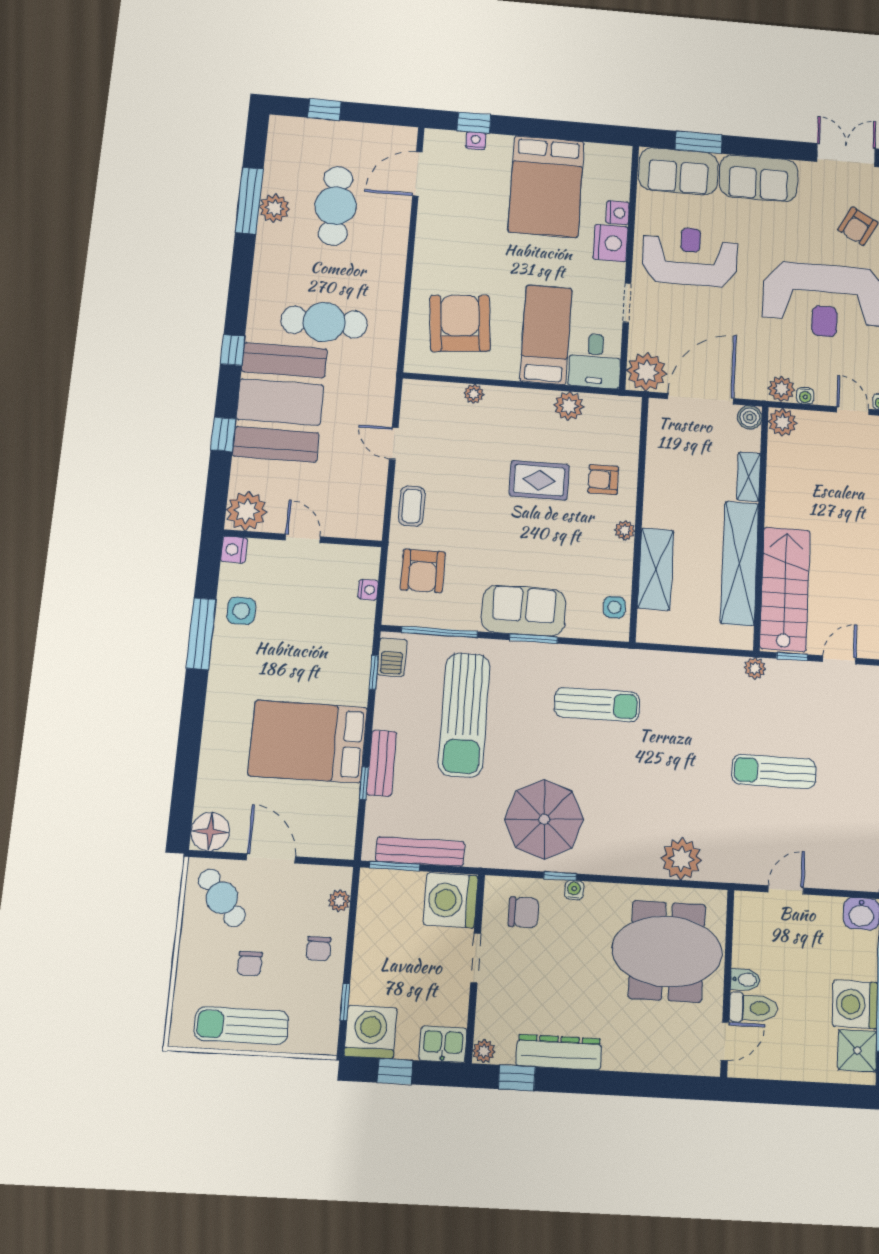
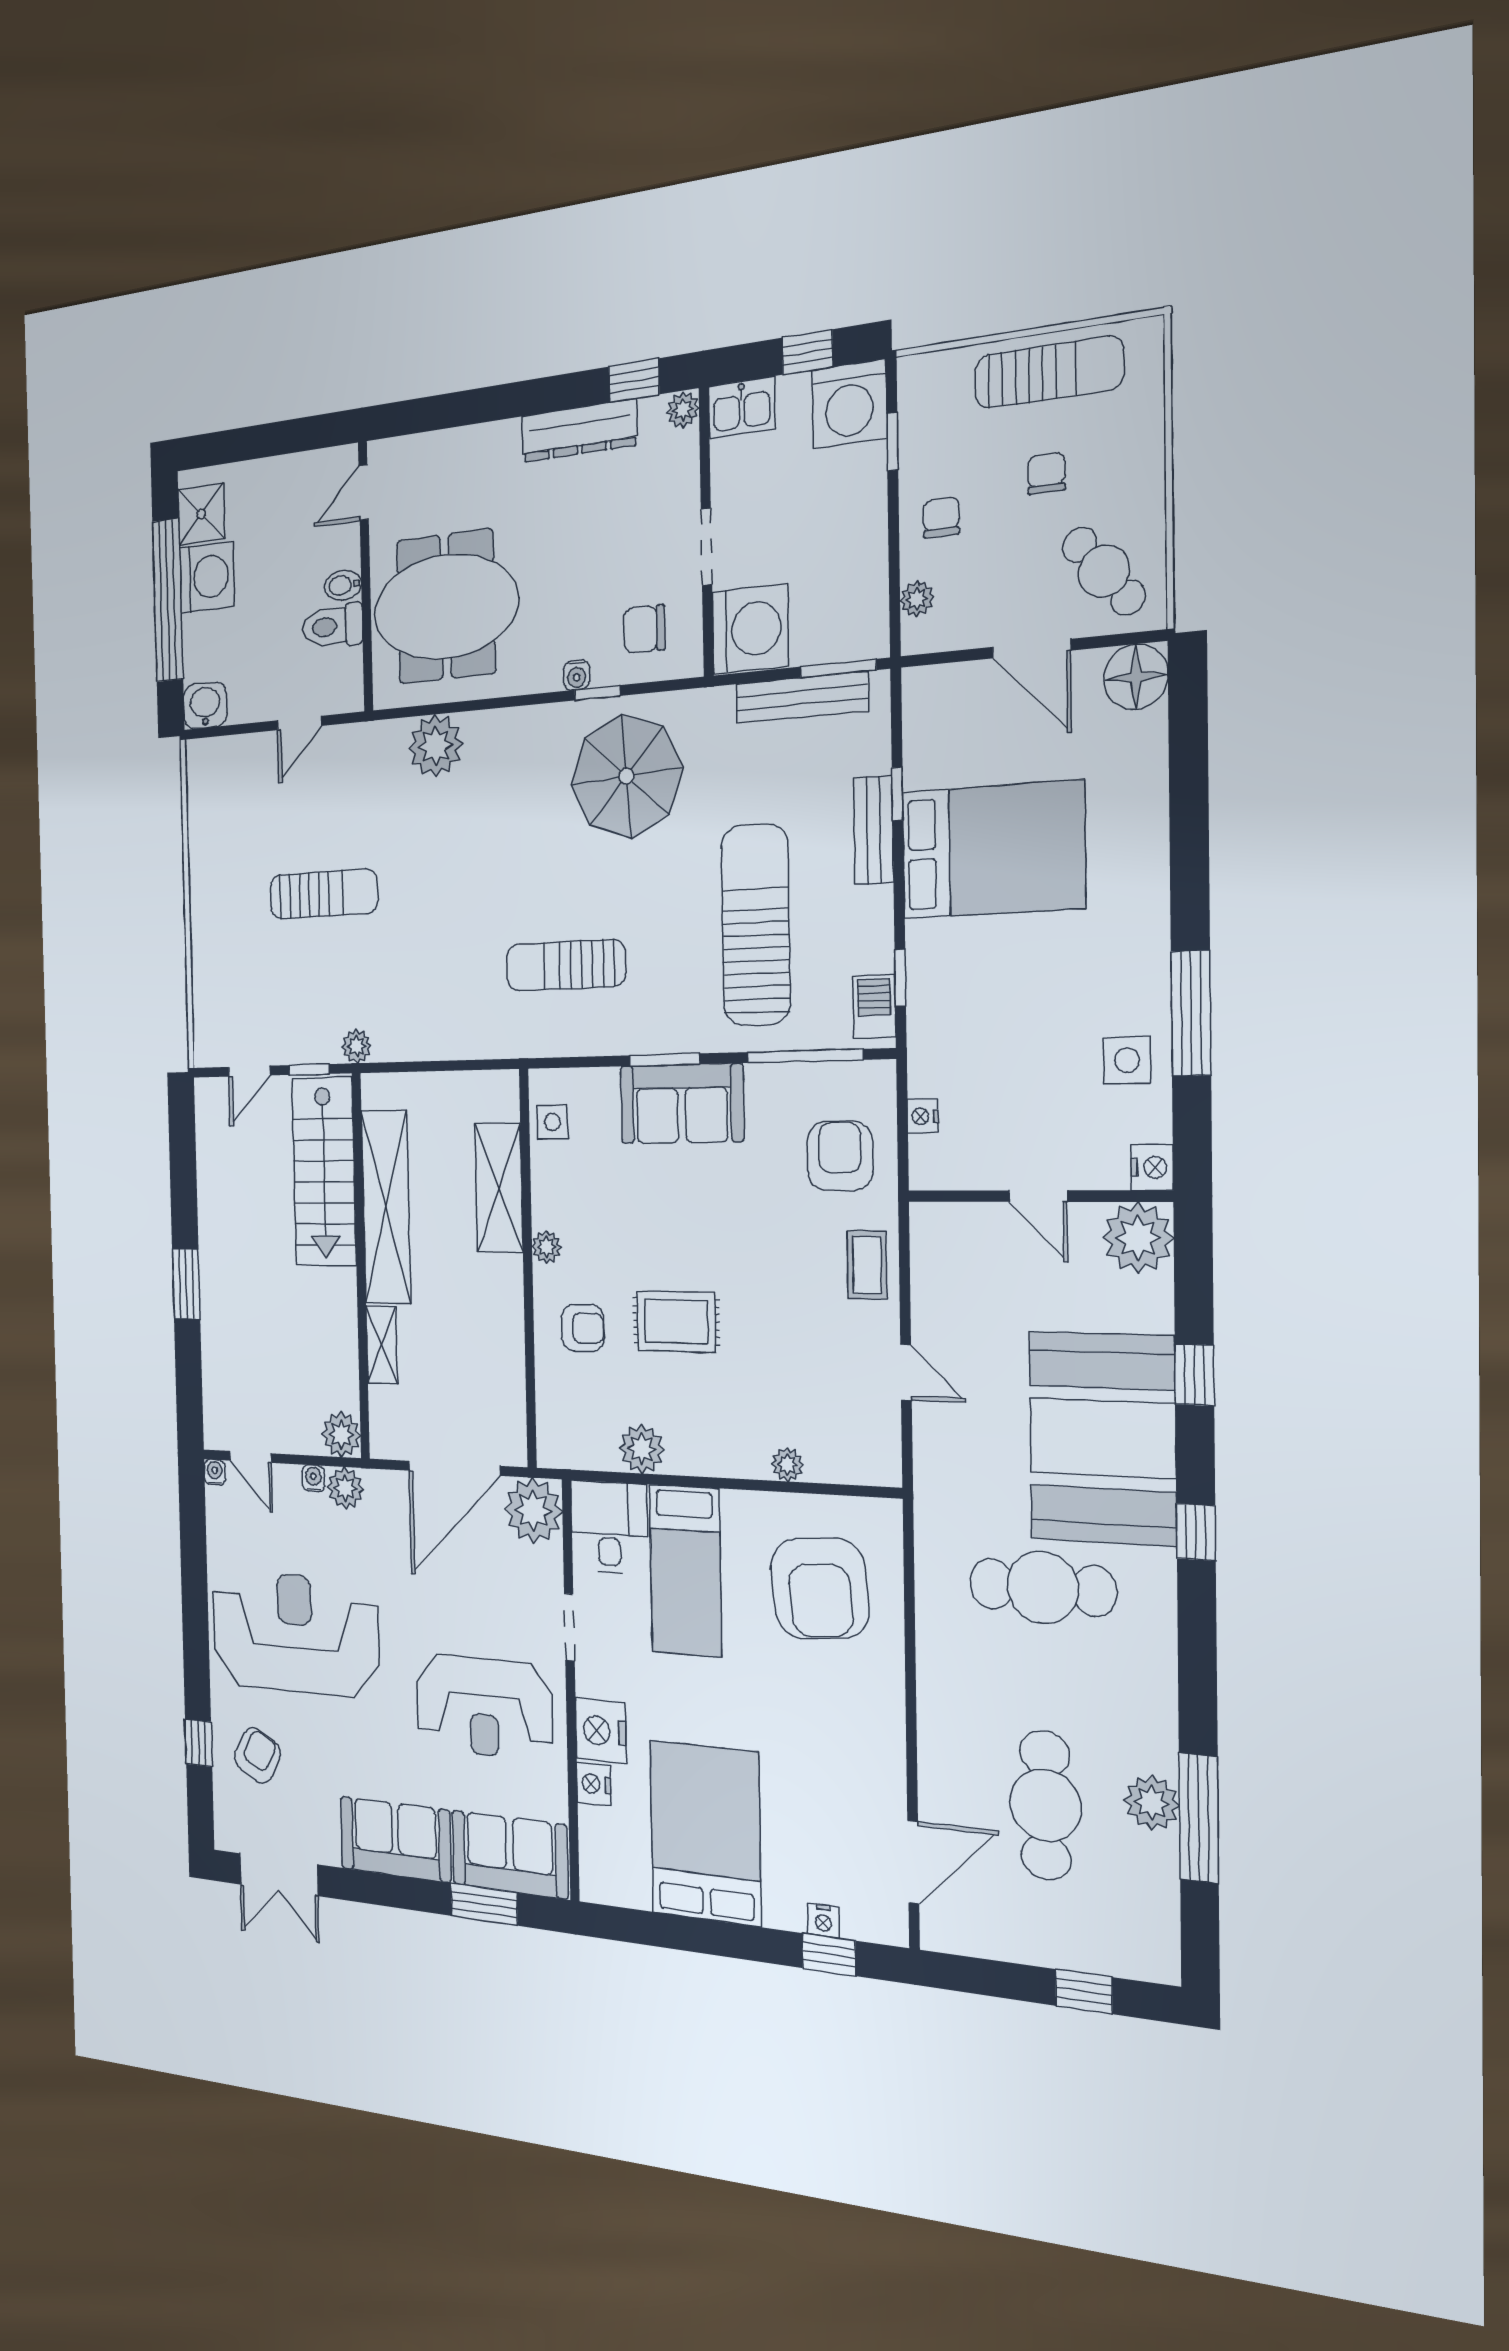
boiler: (750, 417) -> (385, 1440), removed
toilet: (753, 1008) -> (333, 626), moved

